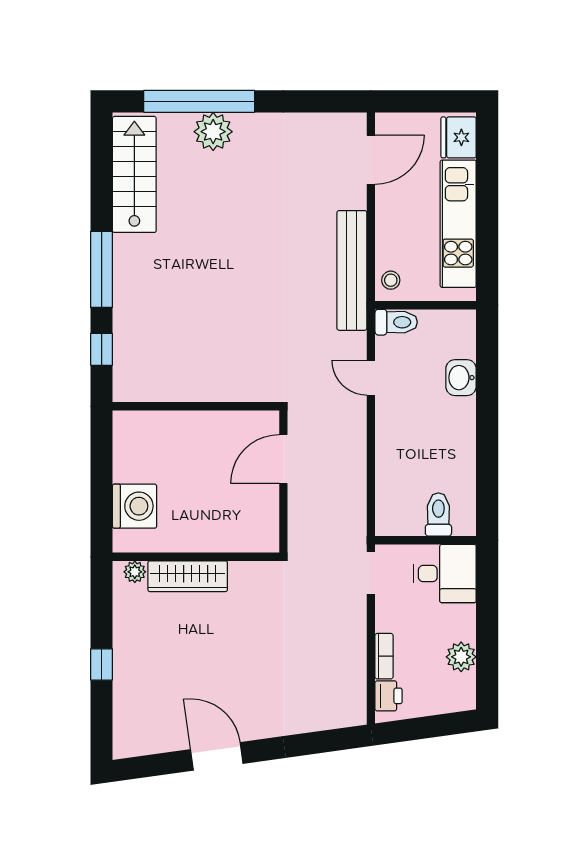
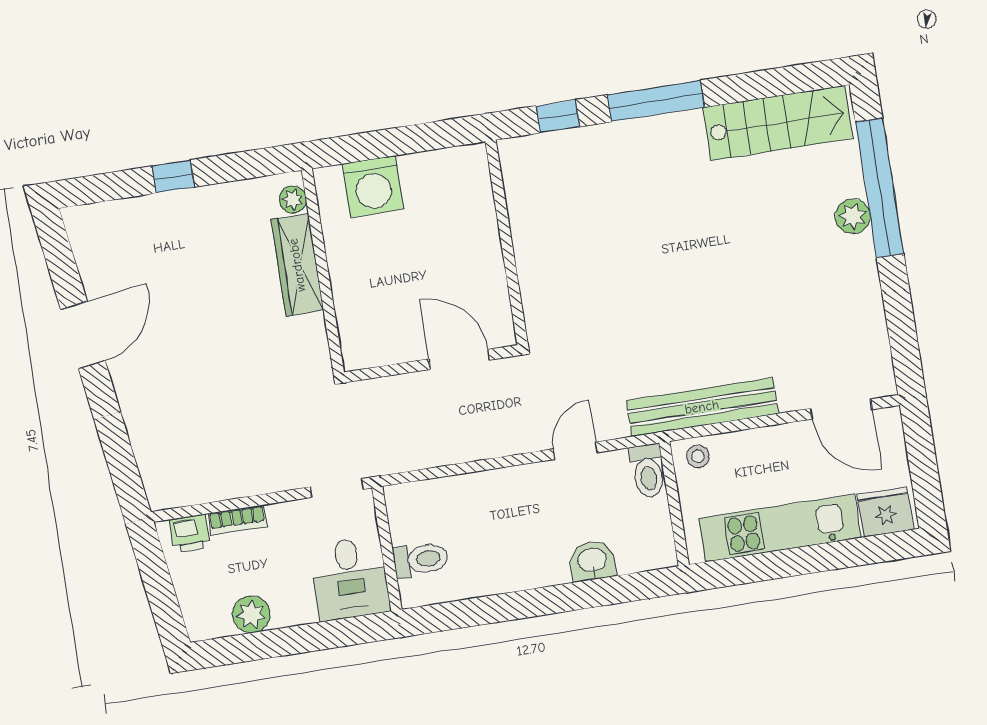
plant: (213, 132) -> (853, 216), width x0.73, depth x0.73

